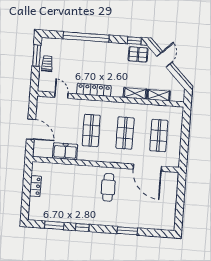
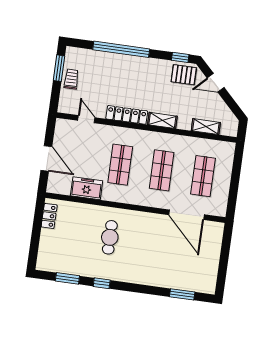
door: (164, 59) -> (216, 83), swing flipped
shelving: (135, 93) -> (162, 120), moved
locker: (35, 186) -> (49, 216), moved
cafe table: (108, 187) -> (110, 237), moved
window: (127, 231) -> (182, 294), moved

